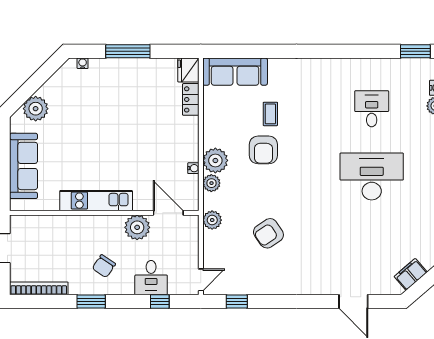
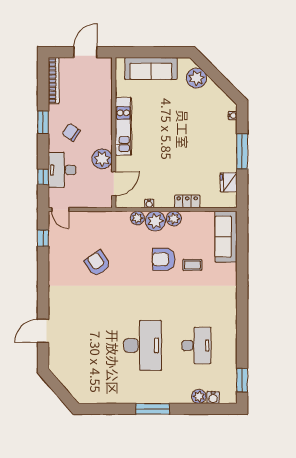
fridge: (188, 70) -> (229, 182), moved, turned -90
locker: (191, 99) -> (187, 202), moved
desk: (372, 109) -> (196, 345), width x1.37
plant: (212, 220) -> (174, 219), moved
filing cabinet: (411, 274) -> (65, 376), removed
desk: (151, 278) -> (62, 170), width x1.37

